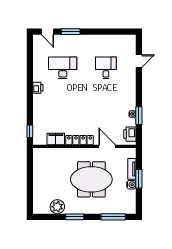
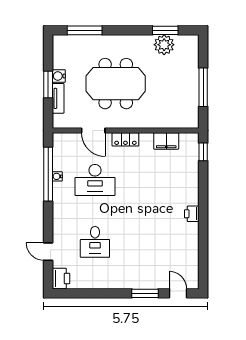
door: (139, 61) -> (48, 252), hinge flipped
desk: (63, 68) -> (95, 180), moved
window: (139, 116) -> (48, 174), width x2.11
printer: (130, 134) -> (61, 278), moved
locker: (80, 140) -> (125, 139), width x0.66
window: (30, 177) -> (203, 87), added
window: (75, 217) -> (165, 30), moved

